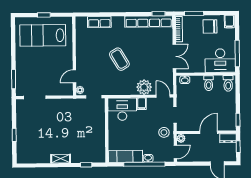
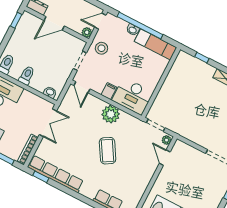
double door: (174, 56) -> (48, 123), swing flipped
door: (74, 76) -> (165, 158), swing flipped
plant: (144, 87) -> (111, 114), moved

